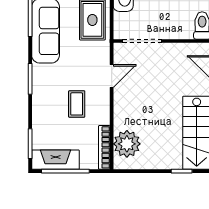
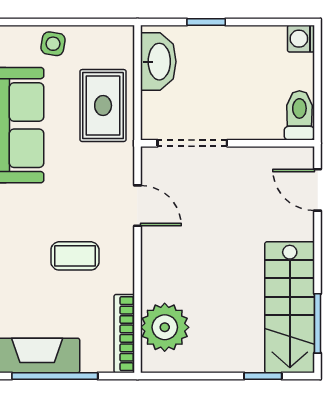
door: (112, 76) -> (137, 206), hinge flipped
coffee table: (77, 104) -> (75, 256), turned 90

